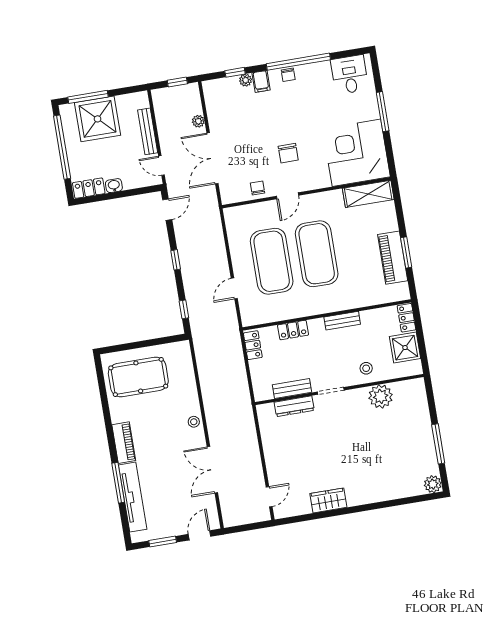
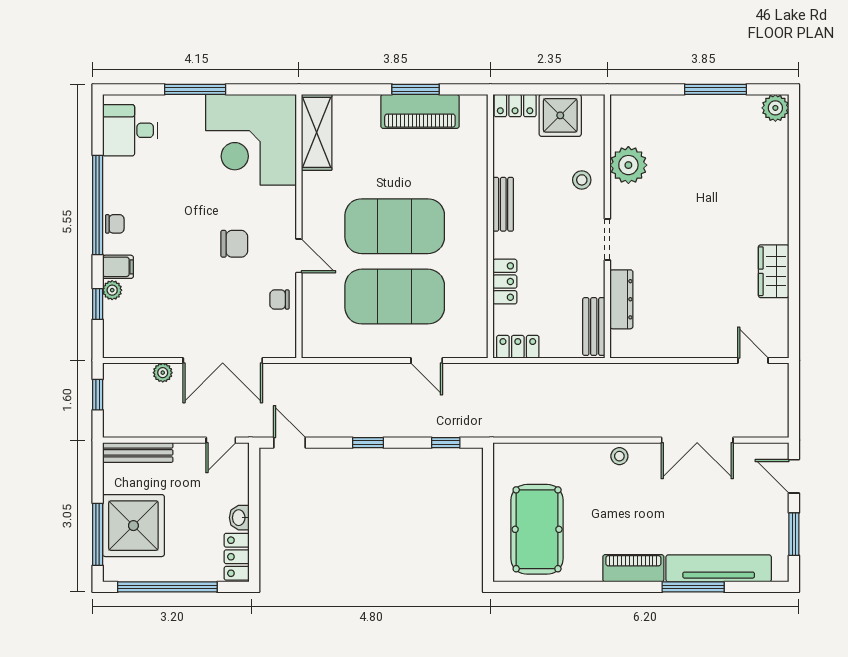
bench: (148, 131) -> (138, 452), moved
bench: (292, 389) -> (594, 327), moved

